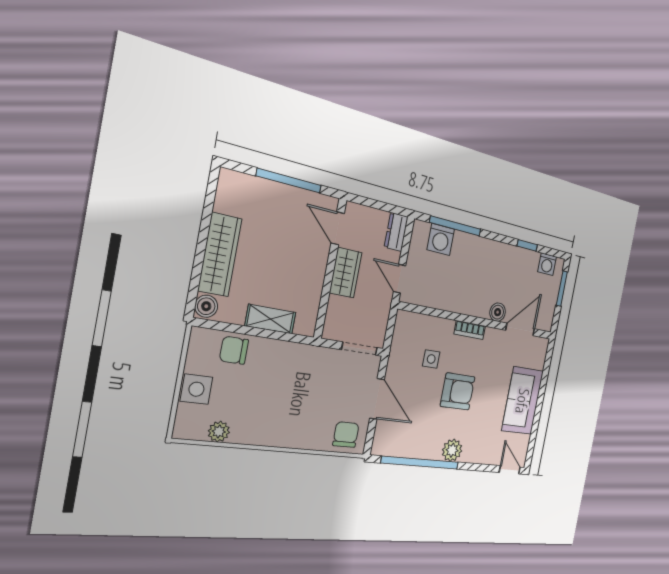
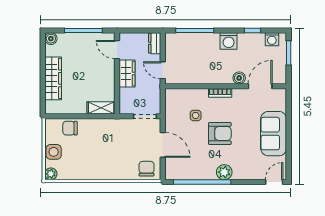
washing machine: (441, 240) -> (229, 41), moved
boiler: (206, 306) -> (51, 39), moved
shelving: (270, 319) -> (101, 108), moved
plant: (219, 432) -> (51, 174), moved
door: (510, 470) -> (274, 182), hinge flipped

